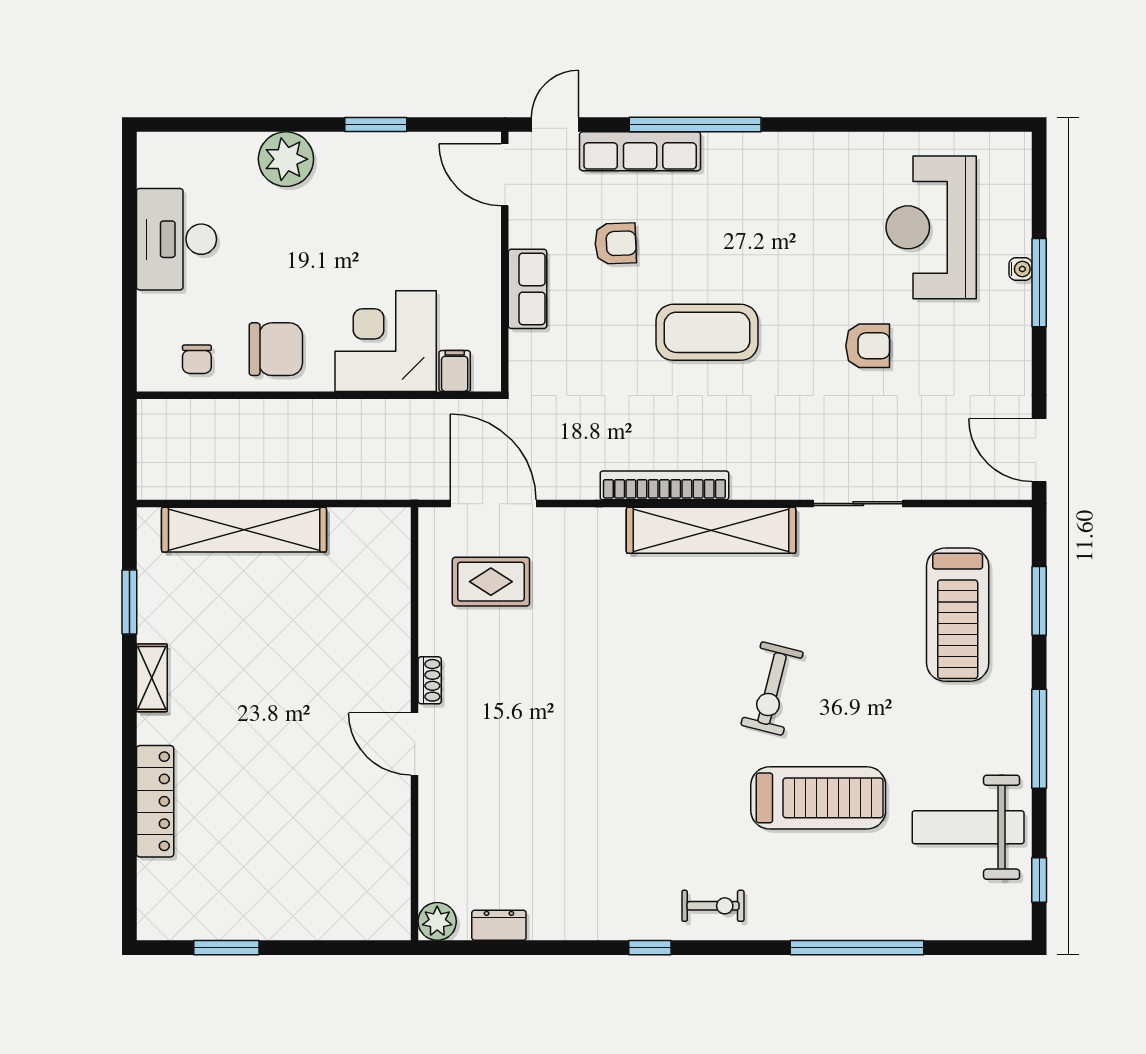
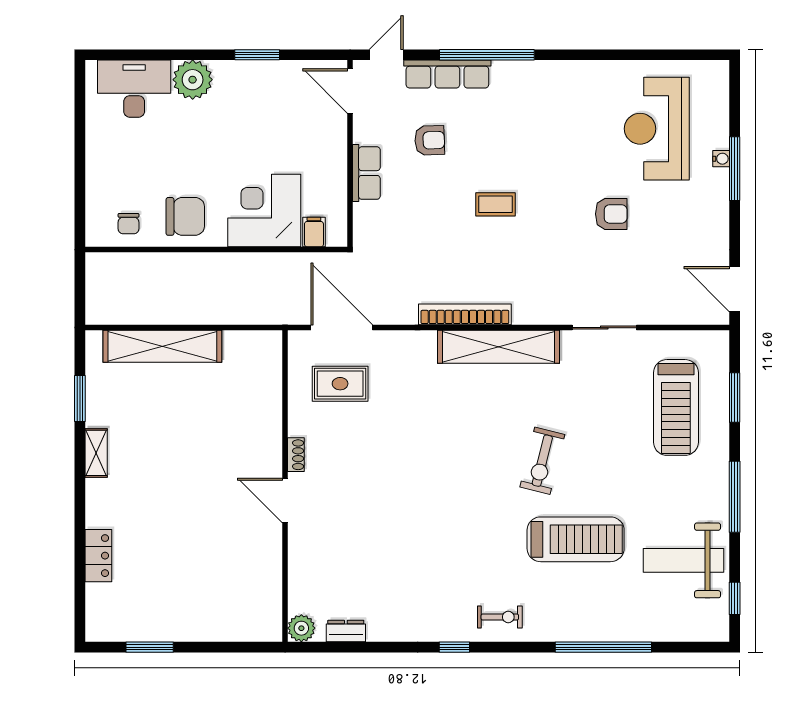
desk: (176, 239) -> (134, 89), moved, turned 90
coffee table: (707, 332) -> (496, 204), width x0.54, depth x0.58
locker: (155, 801) -> (98, 556), width x0.66

